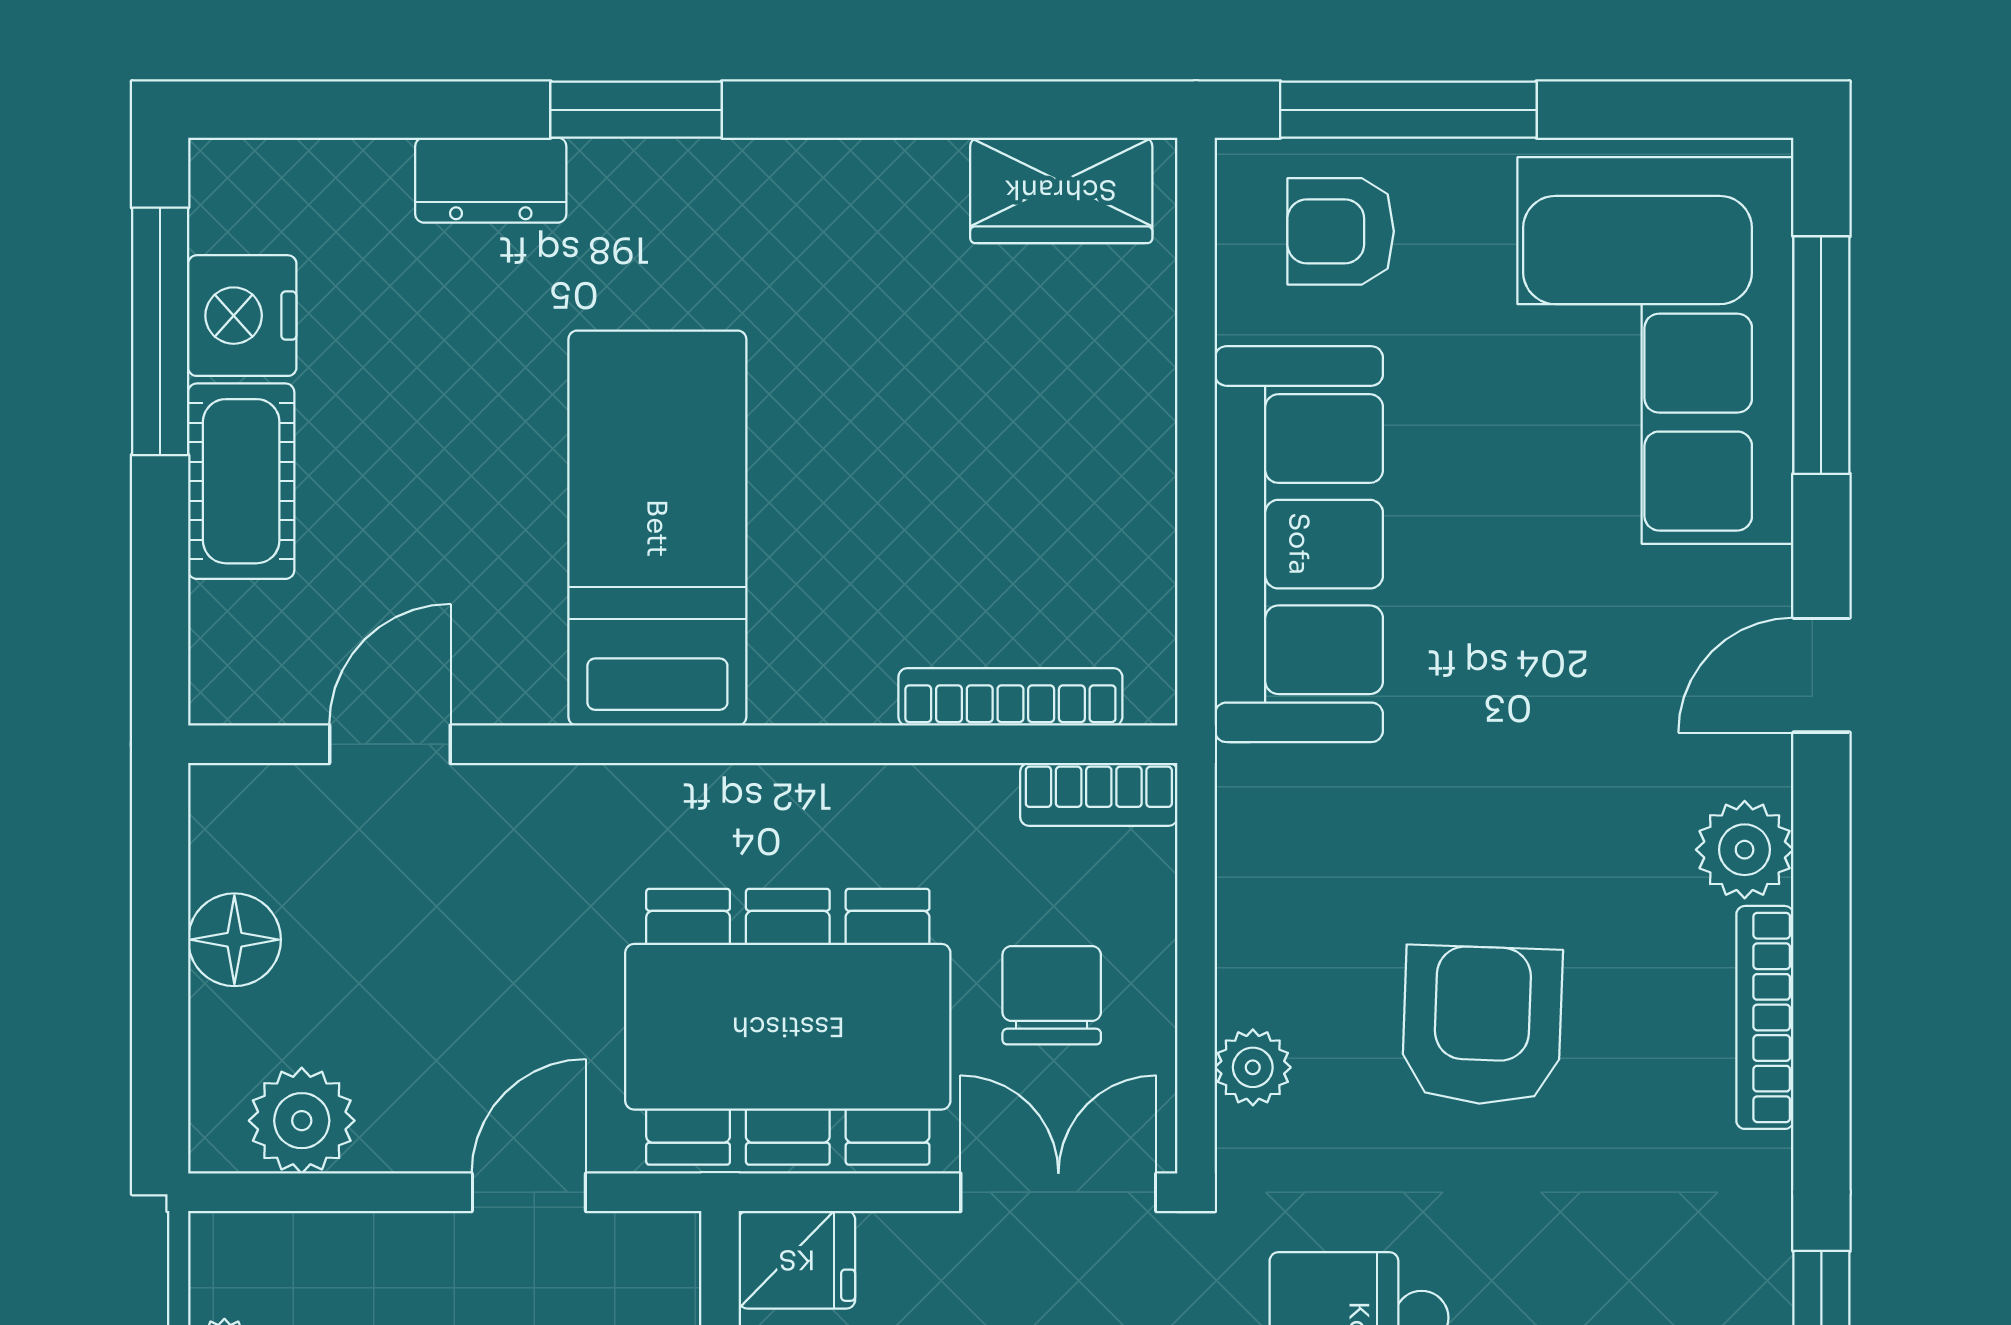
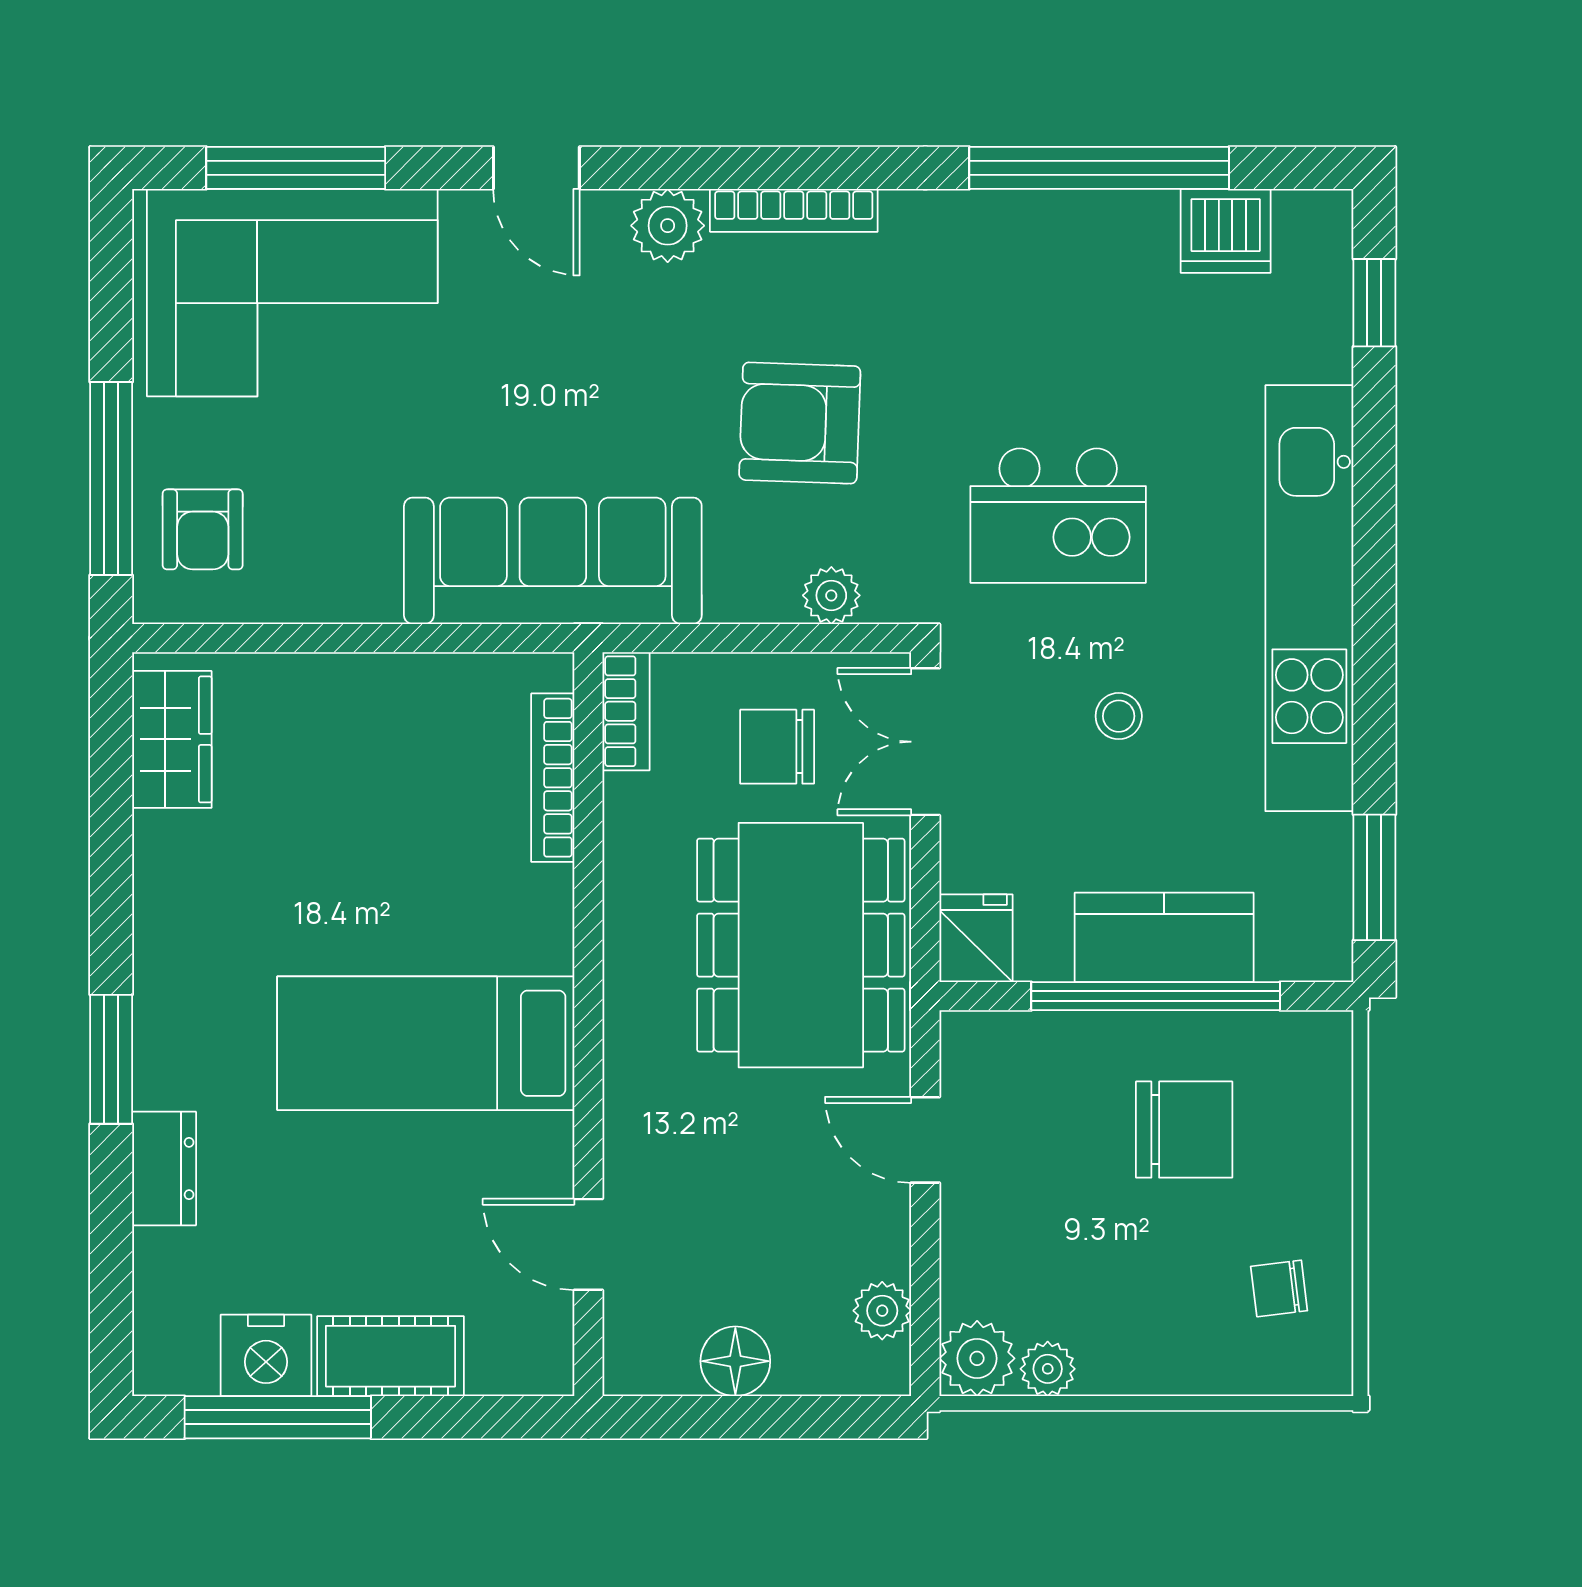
sofa: (1299, 544) -> (553, 561), moved
plant: (302, 1121) -> (882, 1311), width x0.73, depth x0.73
plant: (238, 1261) -> (977, 1358), added

